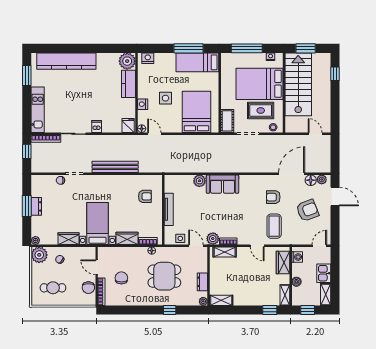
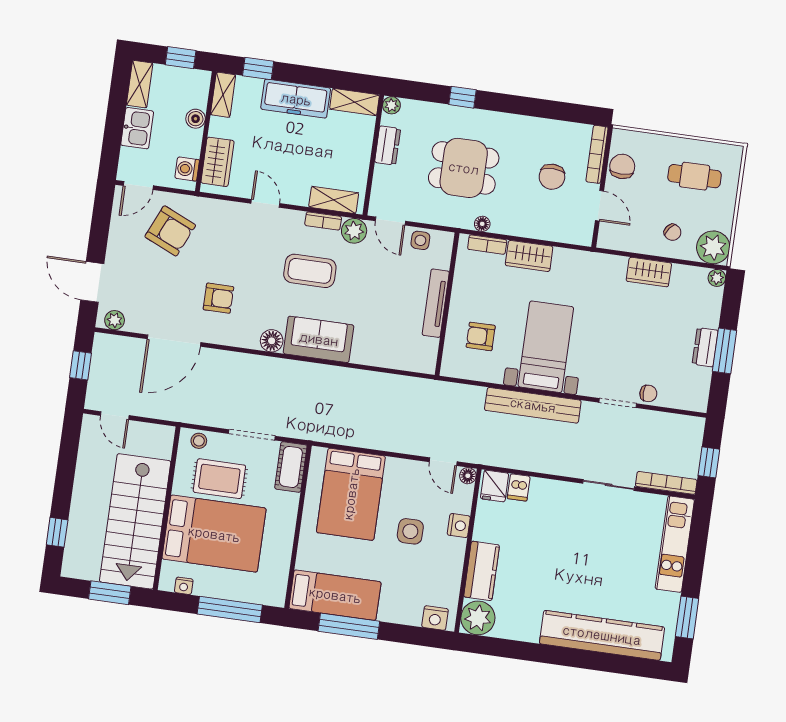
dishwasher: (97, 126) -> (519, 487), moved
window: (335, 156) -> (81, 365), added
floor lamp: (311, 180) -> (272, 341), moved
plant: (199, 181) -> (365, 353), removed
armchair: (307, 210) -> (170, 231), moved, turned -135
bed with nightstands: (97, 224) -> (546, 347), moved, turned 180
coffee table: (274, 226) -> (310, 271), moved, turned 90
freezer: (250, 298) -> (296, 99), added

